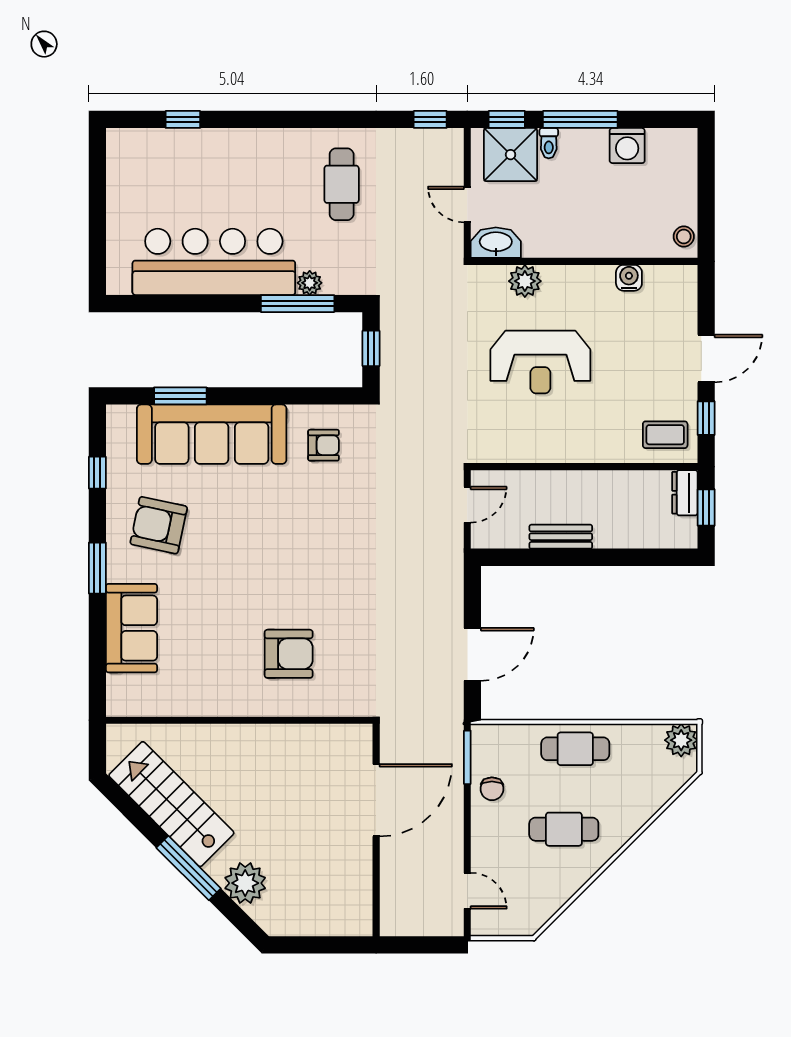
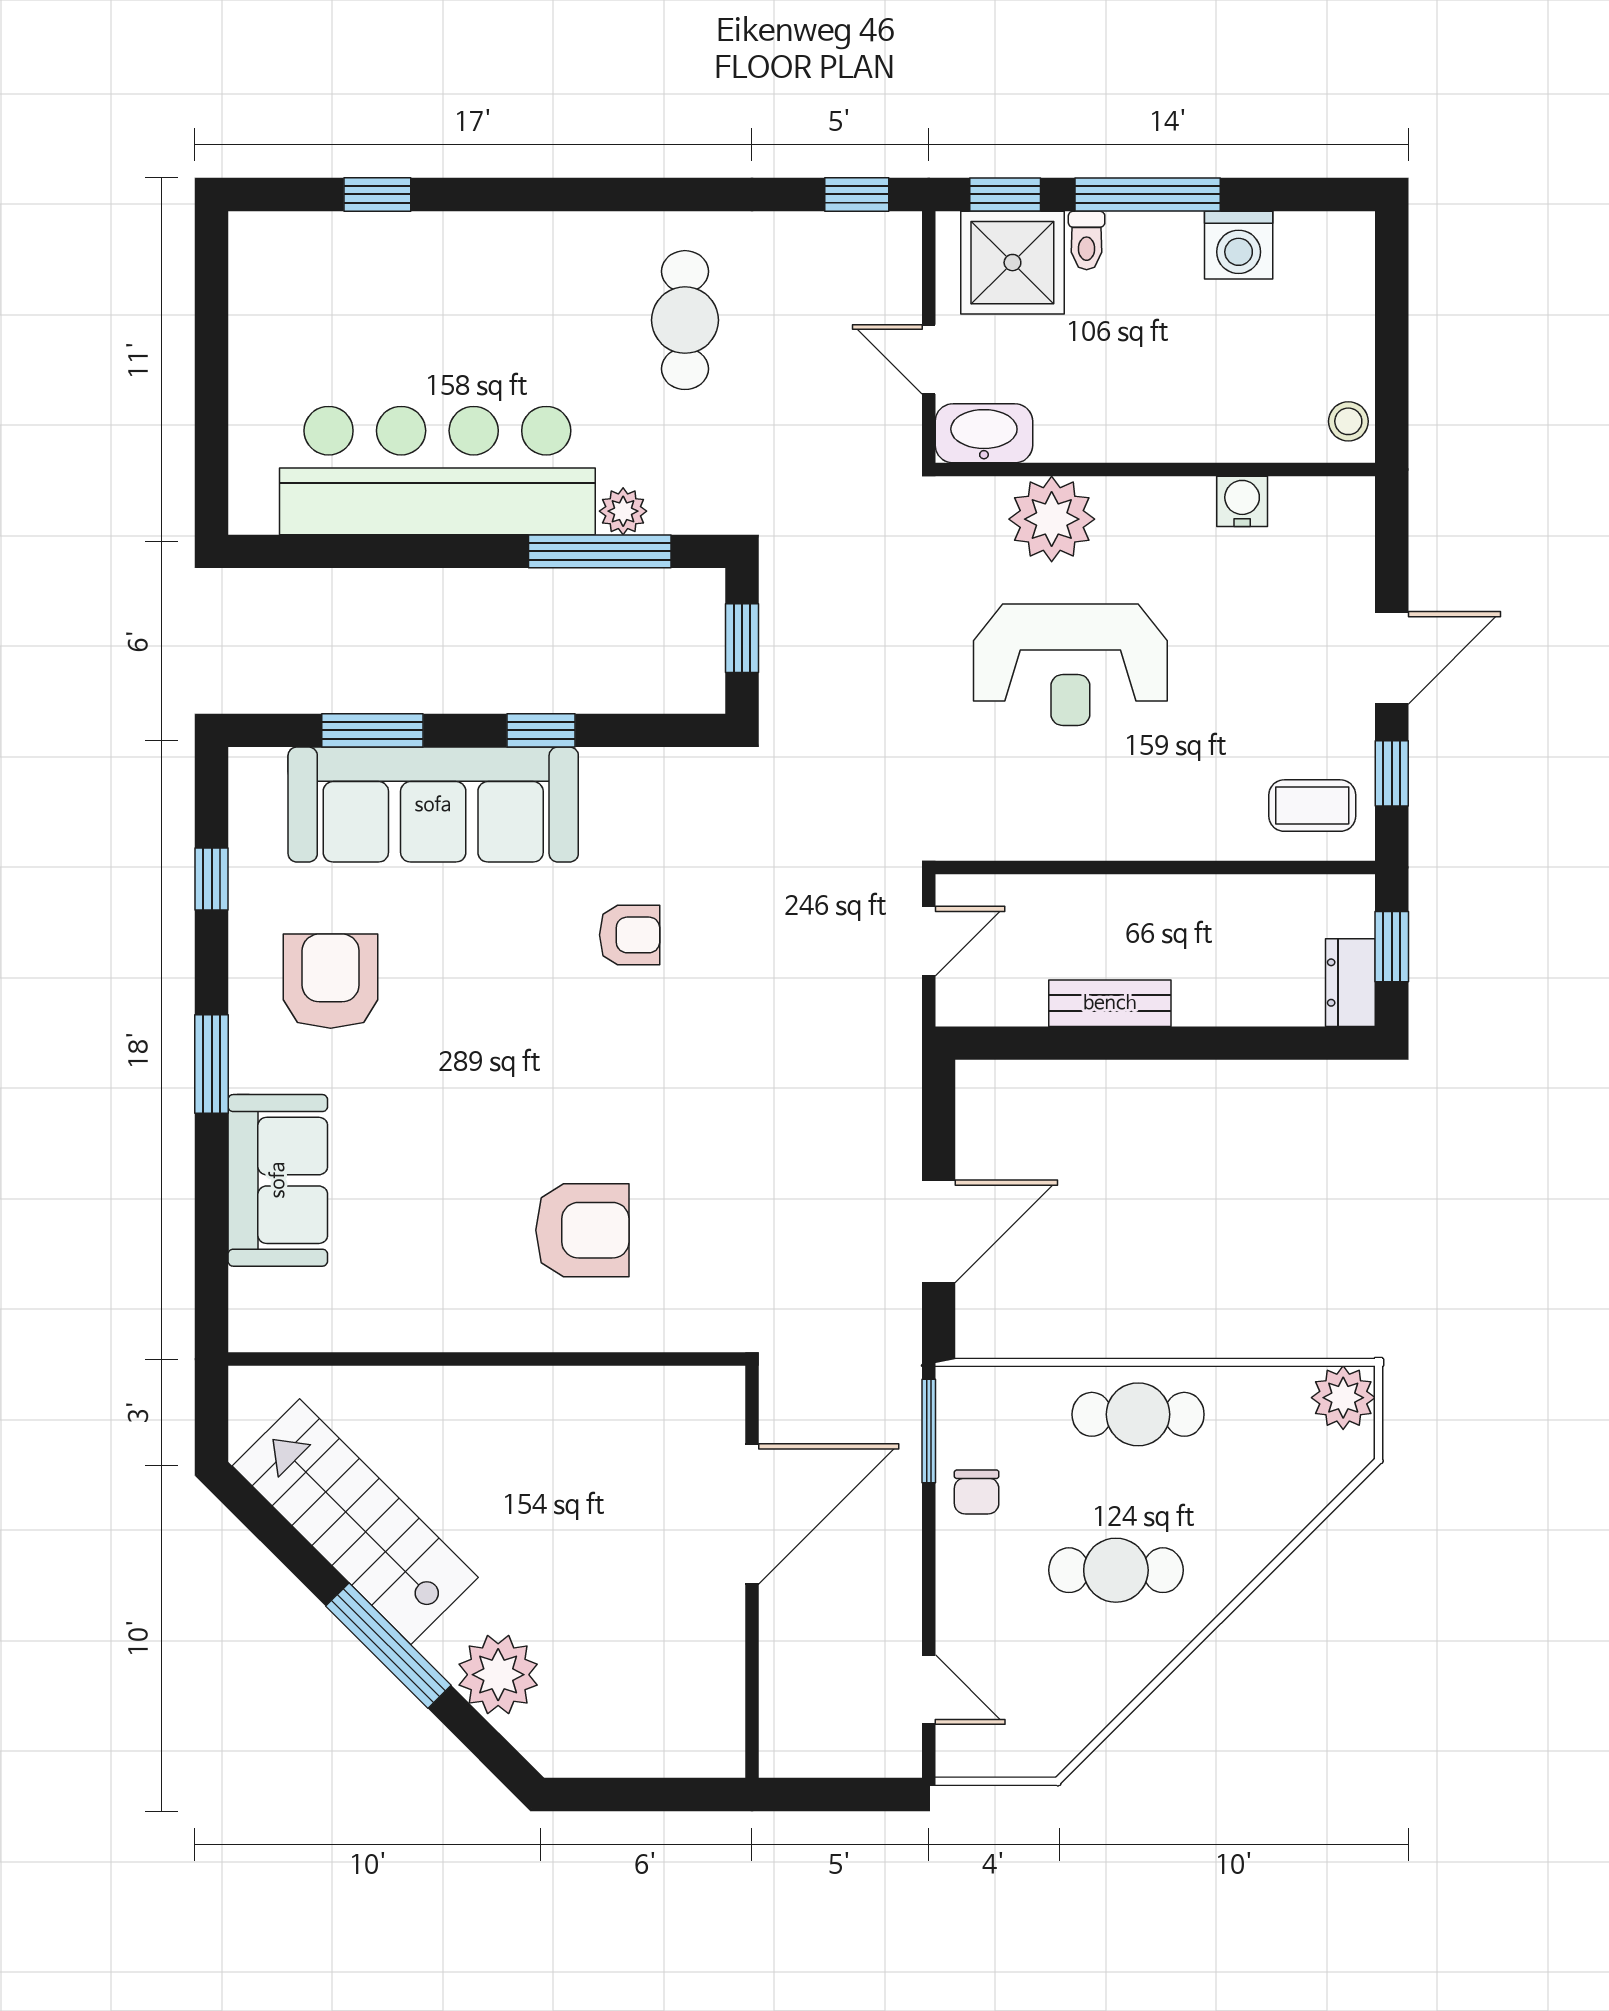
plant: (525, 281) -> (1052, 519), width x1.36, depth x1.36
window: (267, 396) -> (541, 730), added
armchair: (324, 445) -> (630, 935), moved
dresser: (685, 493) -> (1350, 983), moved
armchair: (159, 525) -> (331, 981), turned 78

